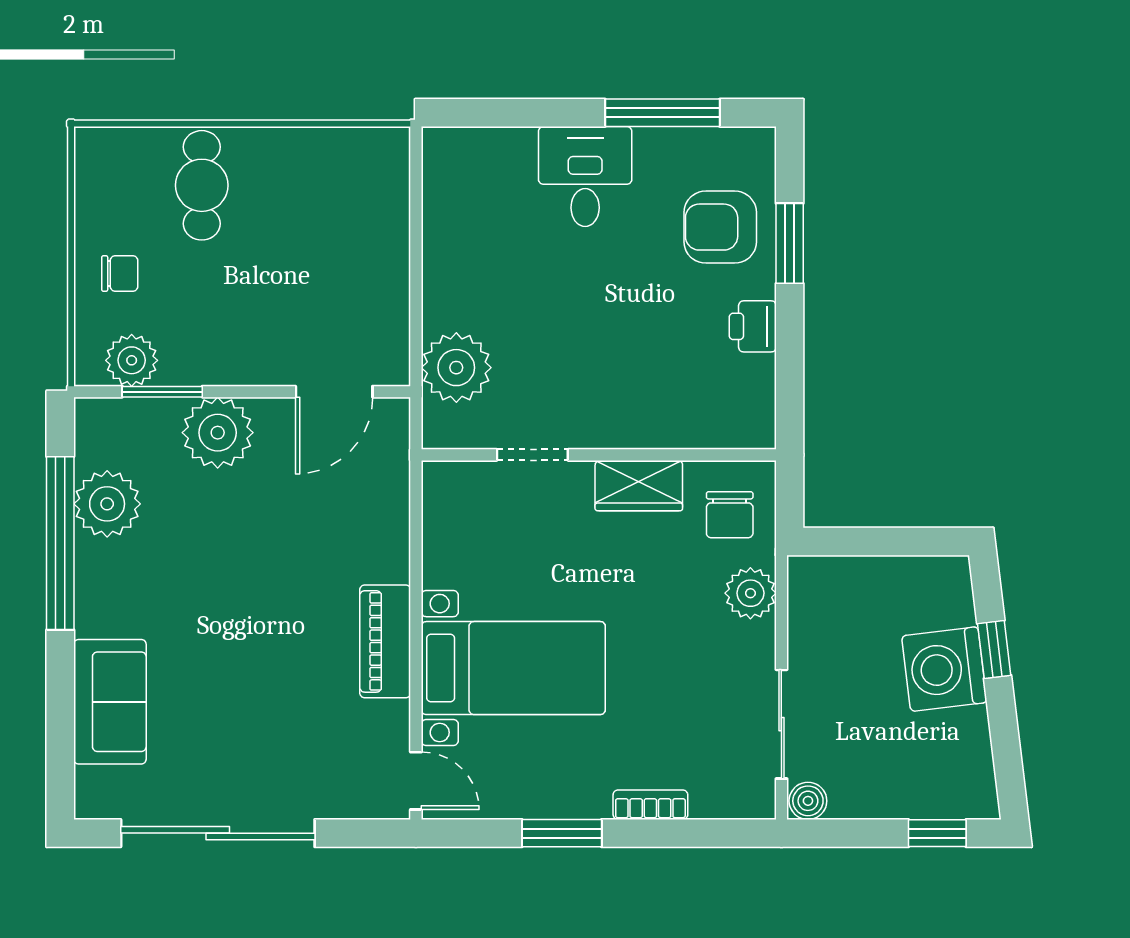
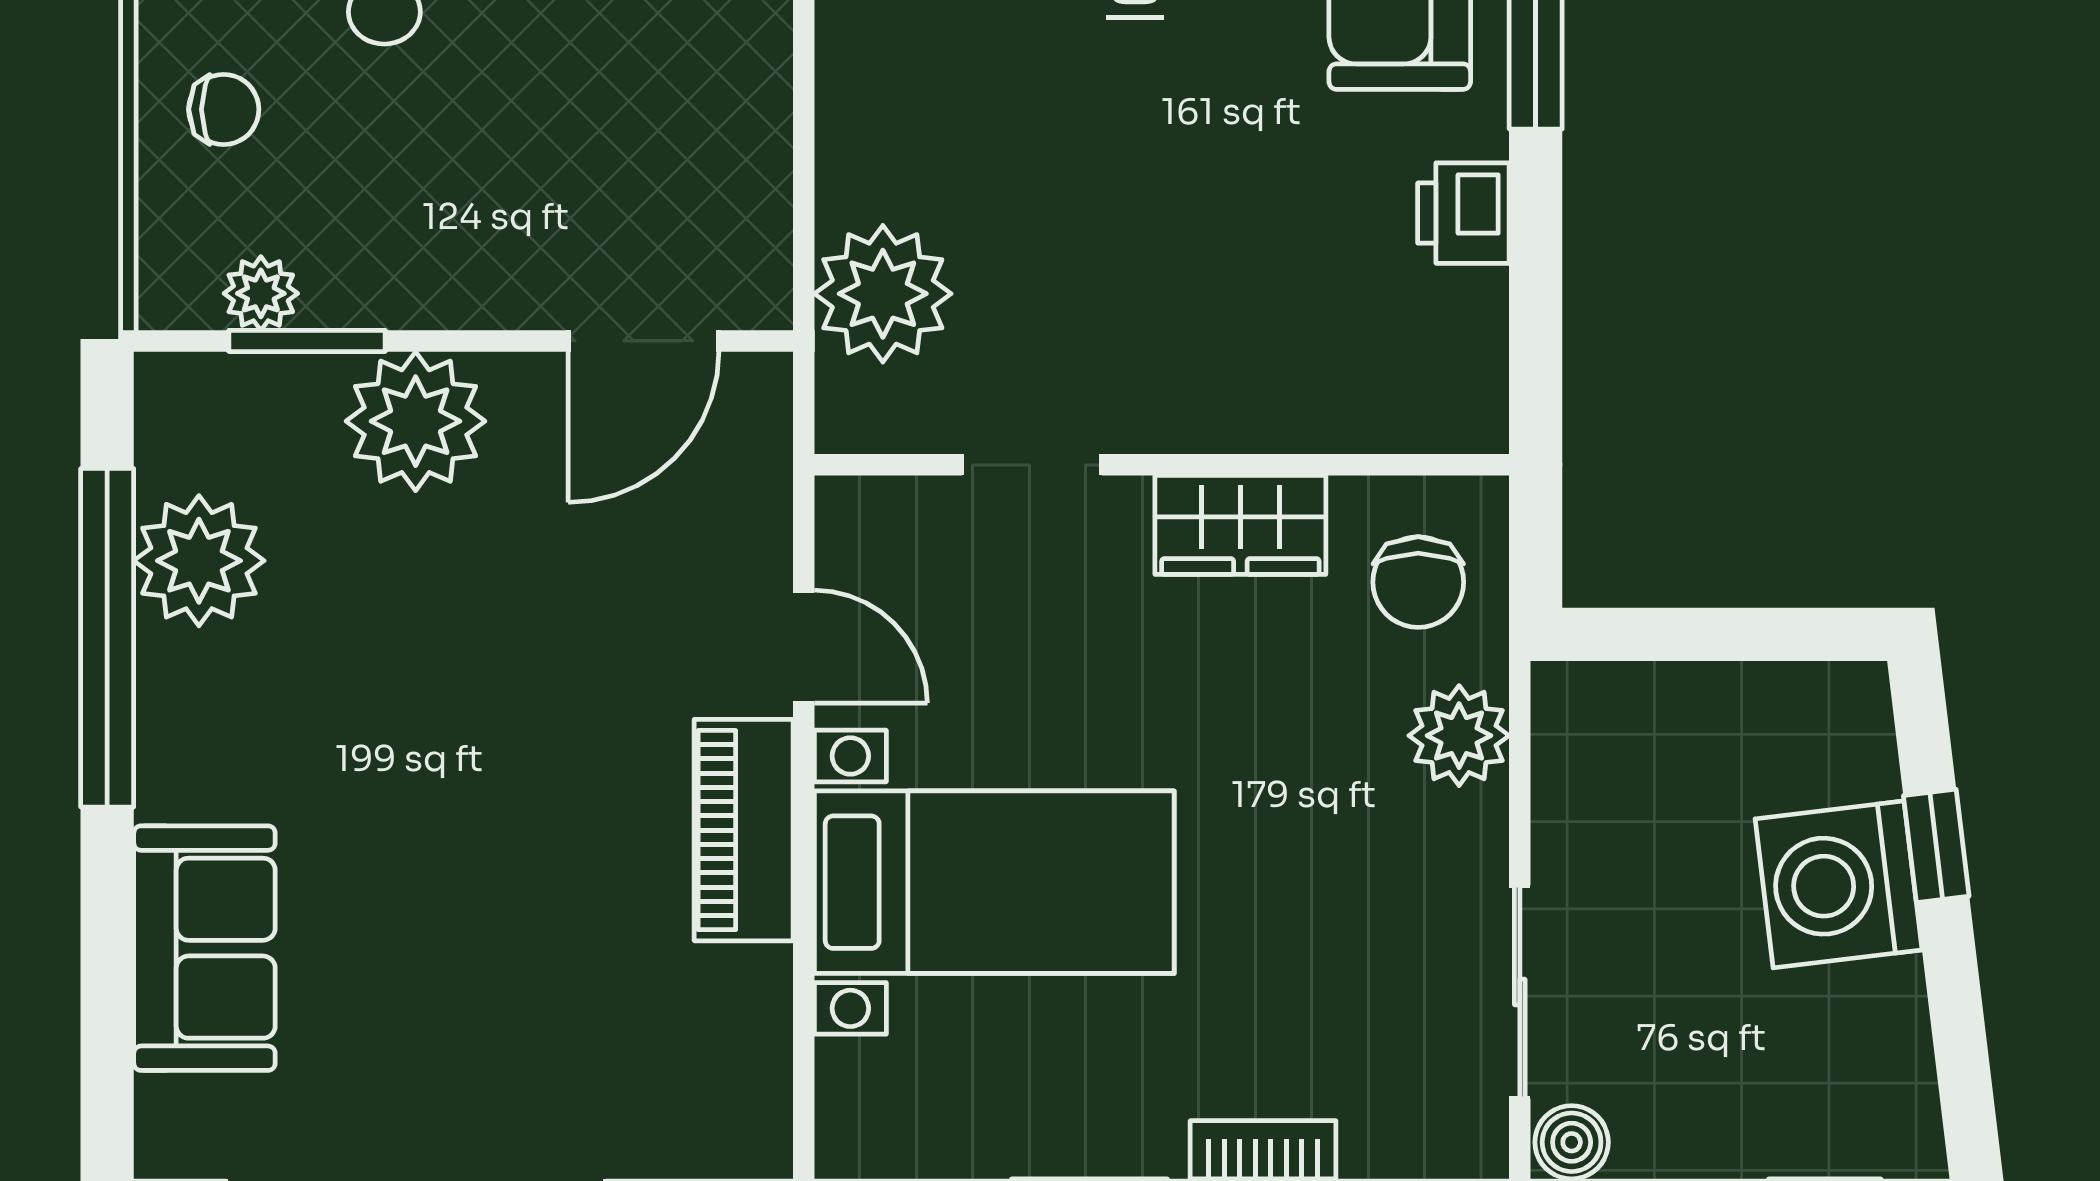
plant: (132, 360) -> (261, 293), width x0.73, depth x0.73
door: (416, 781) -> (804, 647), moved

